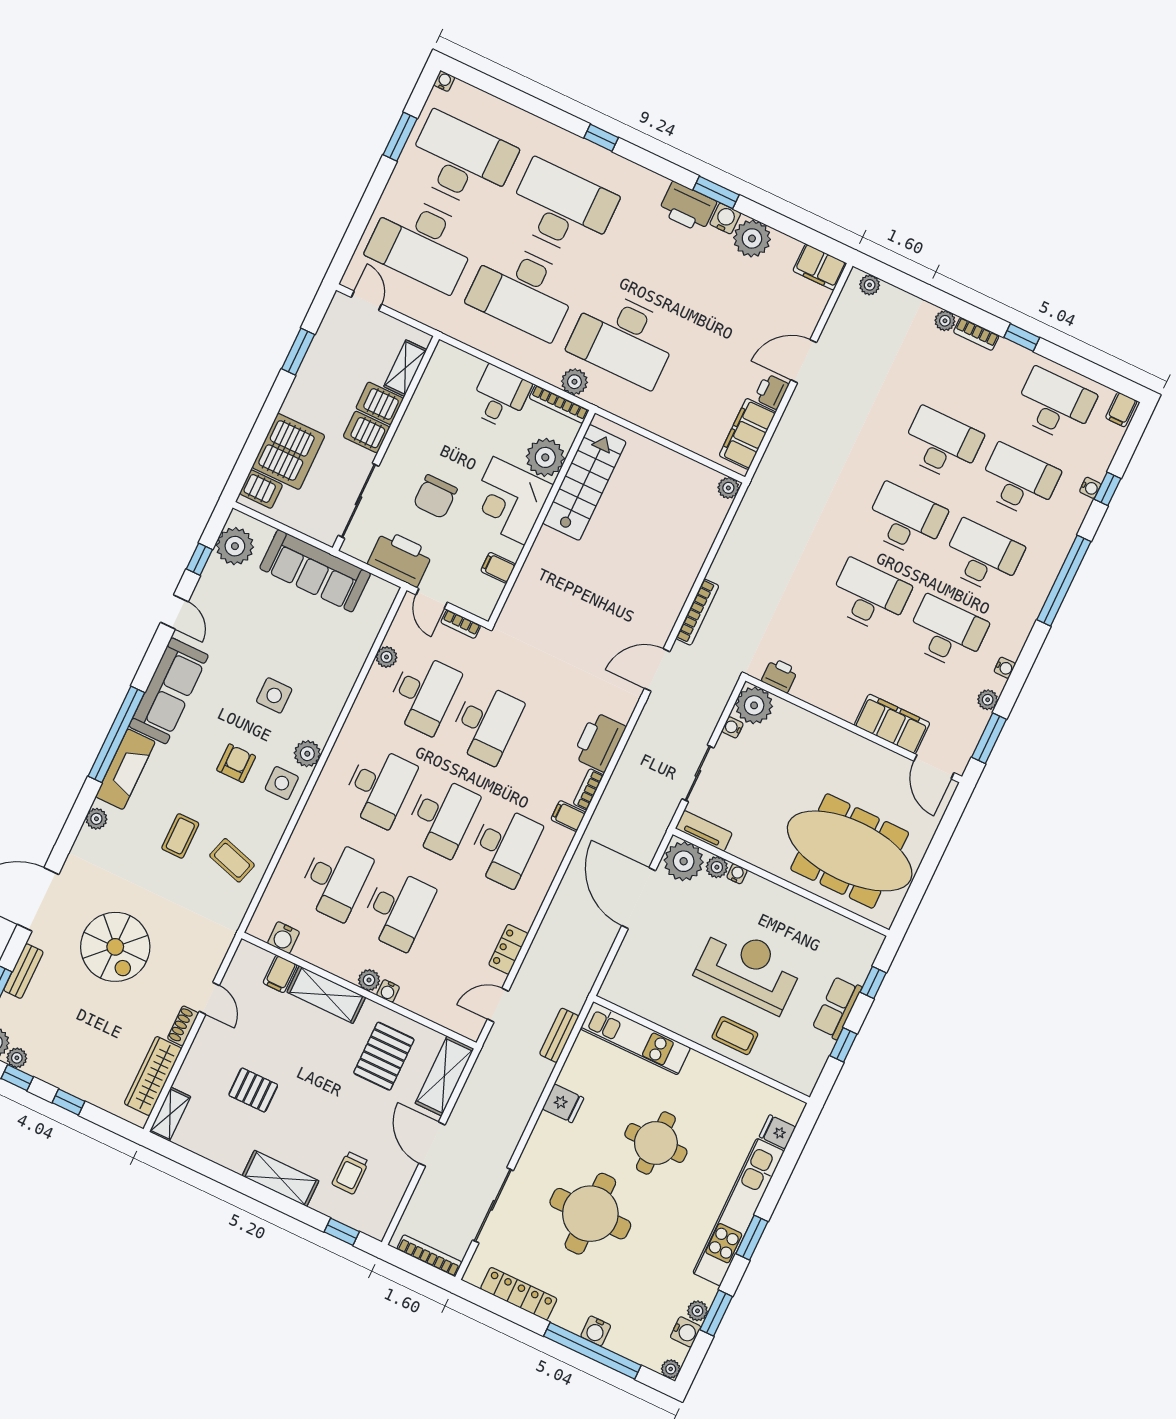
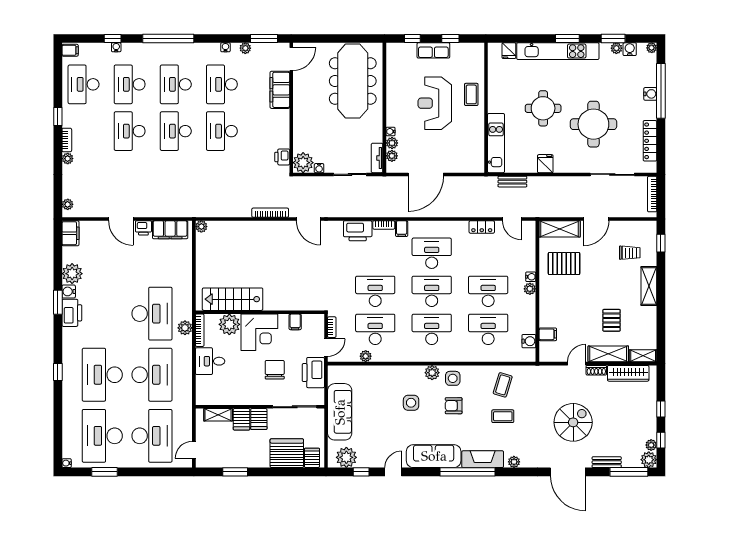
chair: (435, 497) -> (275, 370), turned -90
plant: (684, 861) -> (392, 156), width x0.53, depth x0.53
shelving: (326, 995) -> (608, 354), moved, turned 90

